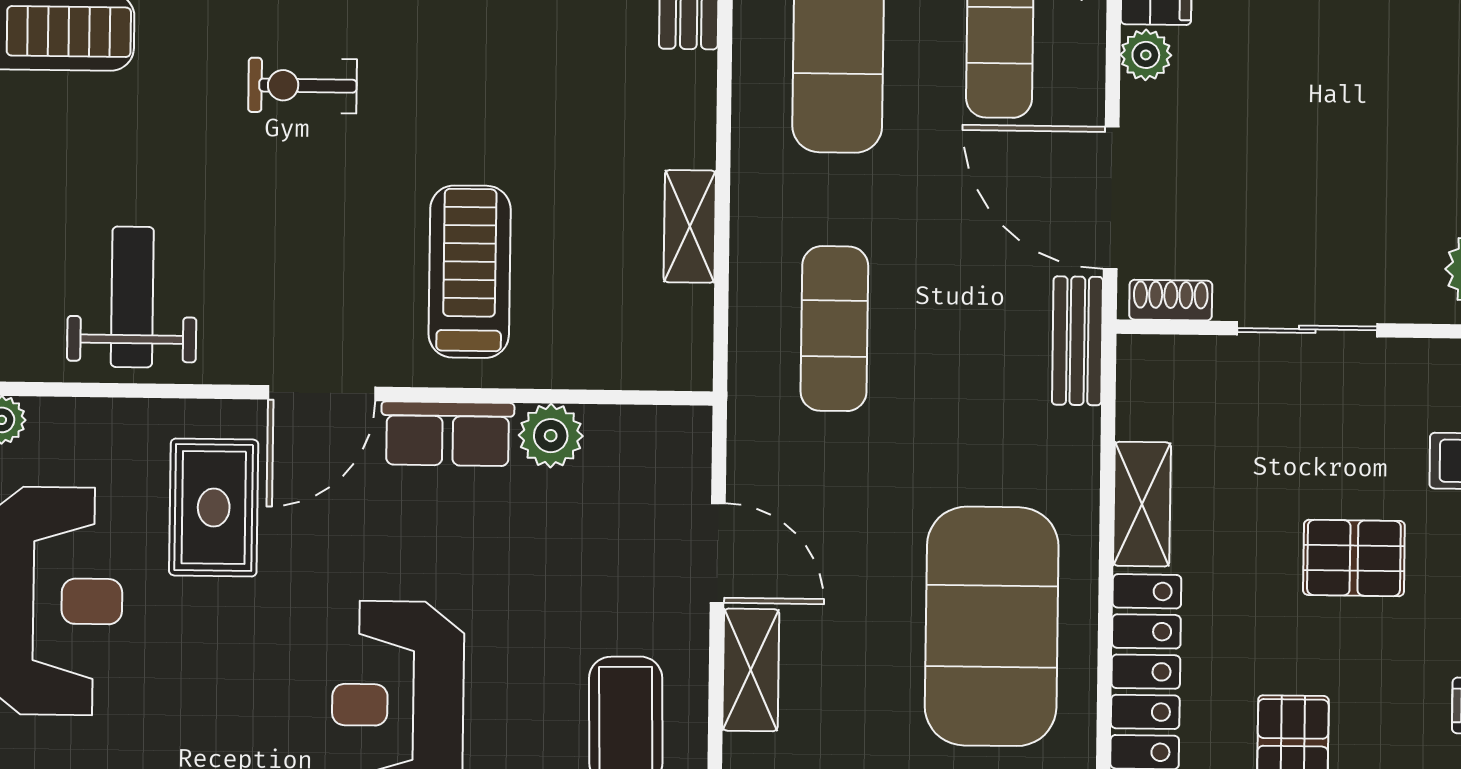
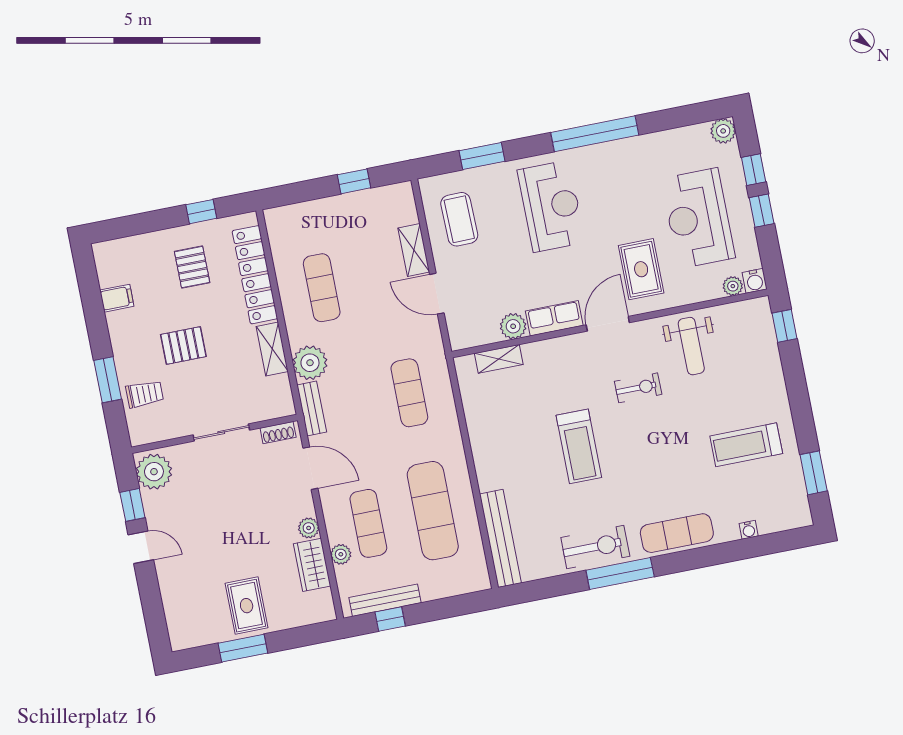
exercise bike: (303, 86) -> (638, 388), moved
door: (1111, 198) -> (310, 468), width x0.73
shelving: (690, 226) -> (499, 359), moved, turned 90
treadmill: (470, 272) -> (579, 446), moved
plant: (1058, 452) -> (310, 363), added
exercise mat: (992, 626) -> (322, 288), width x0.50, depth x0.69

